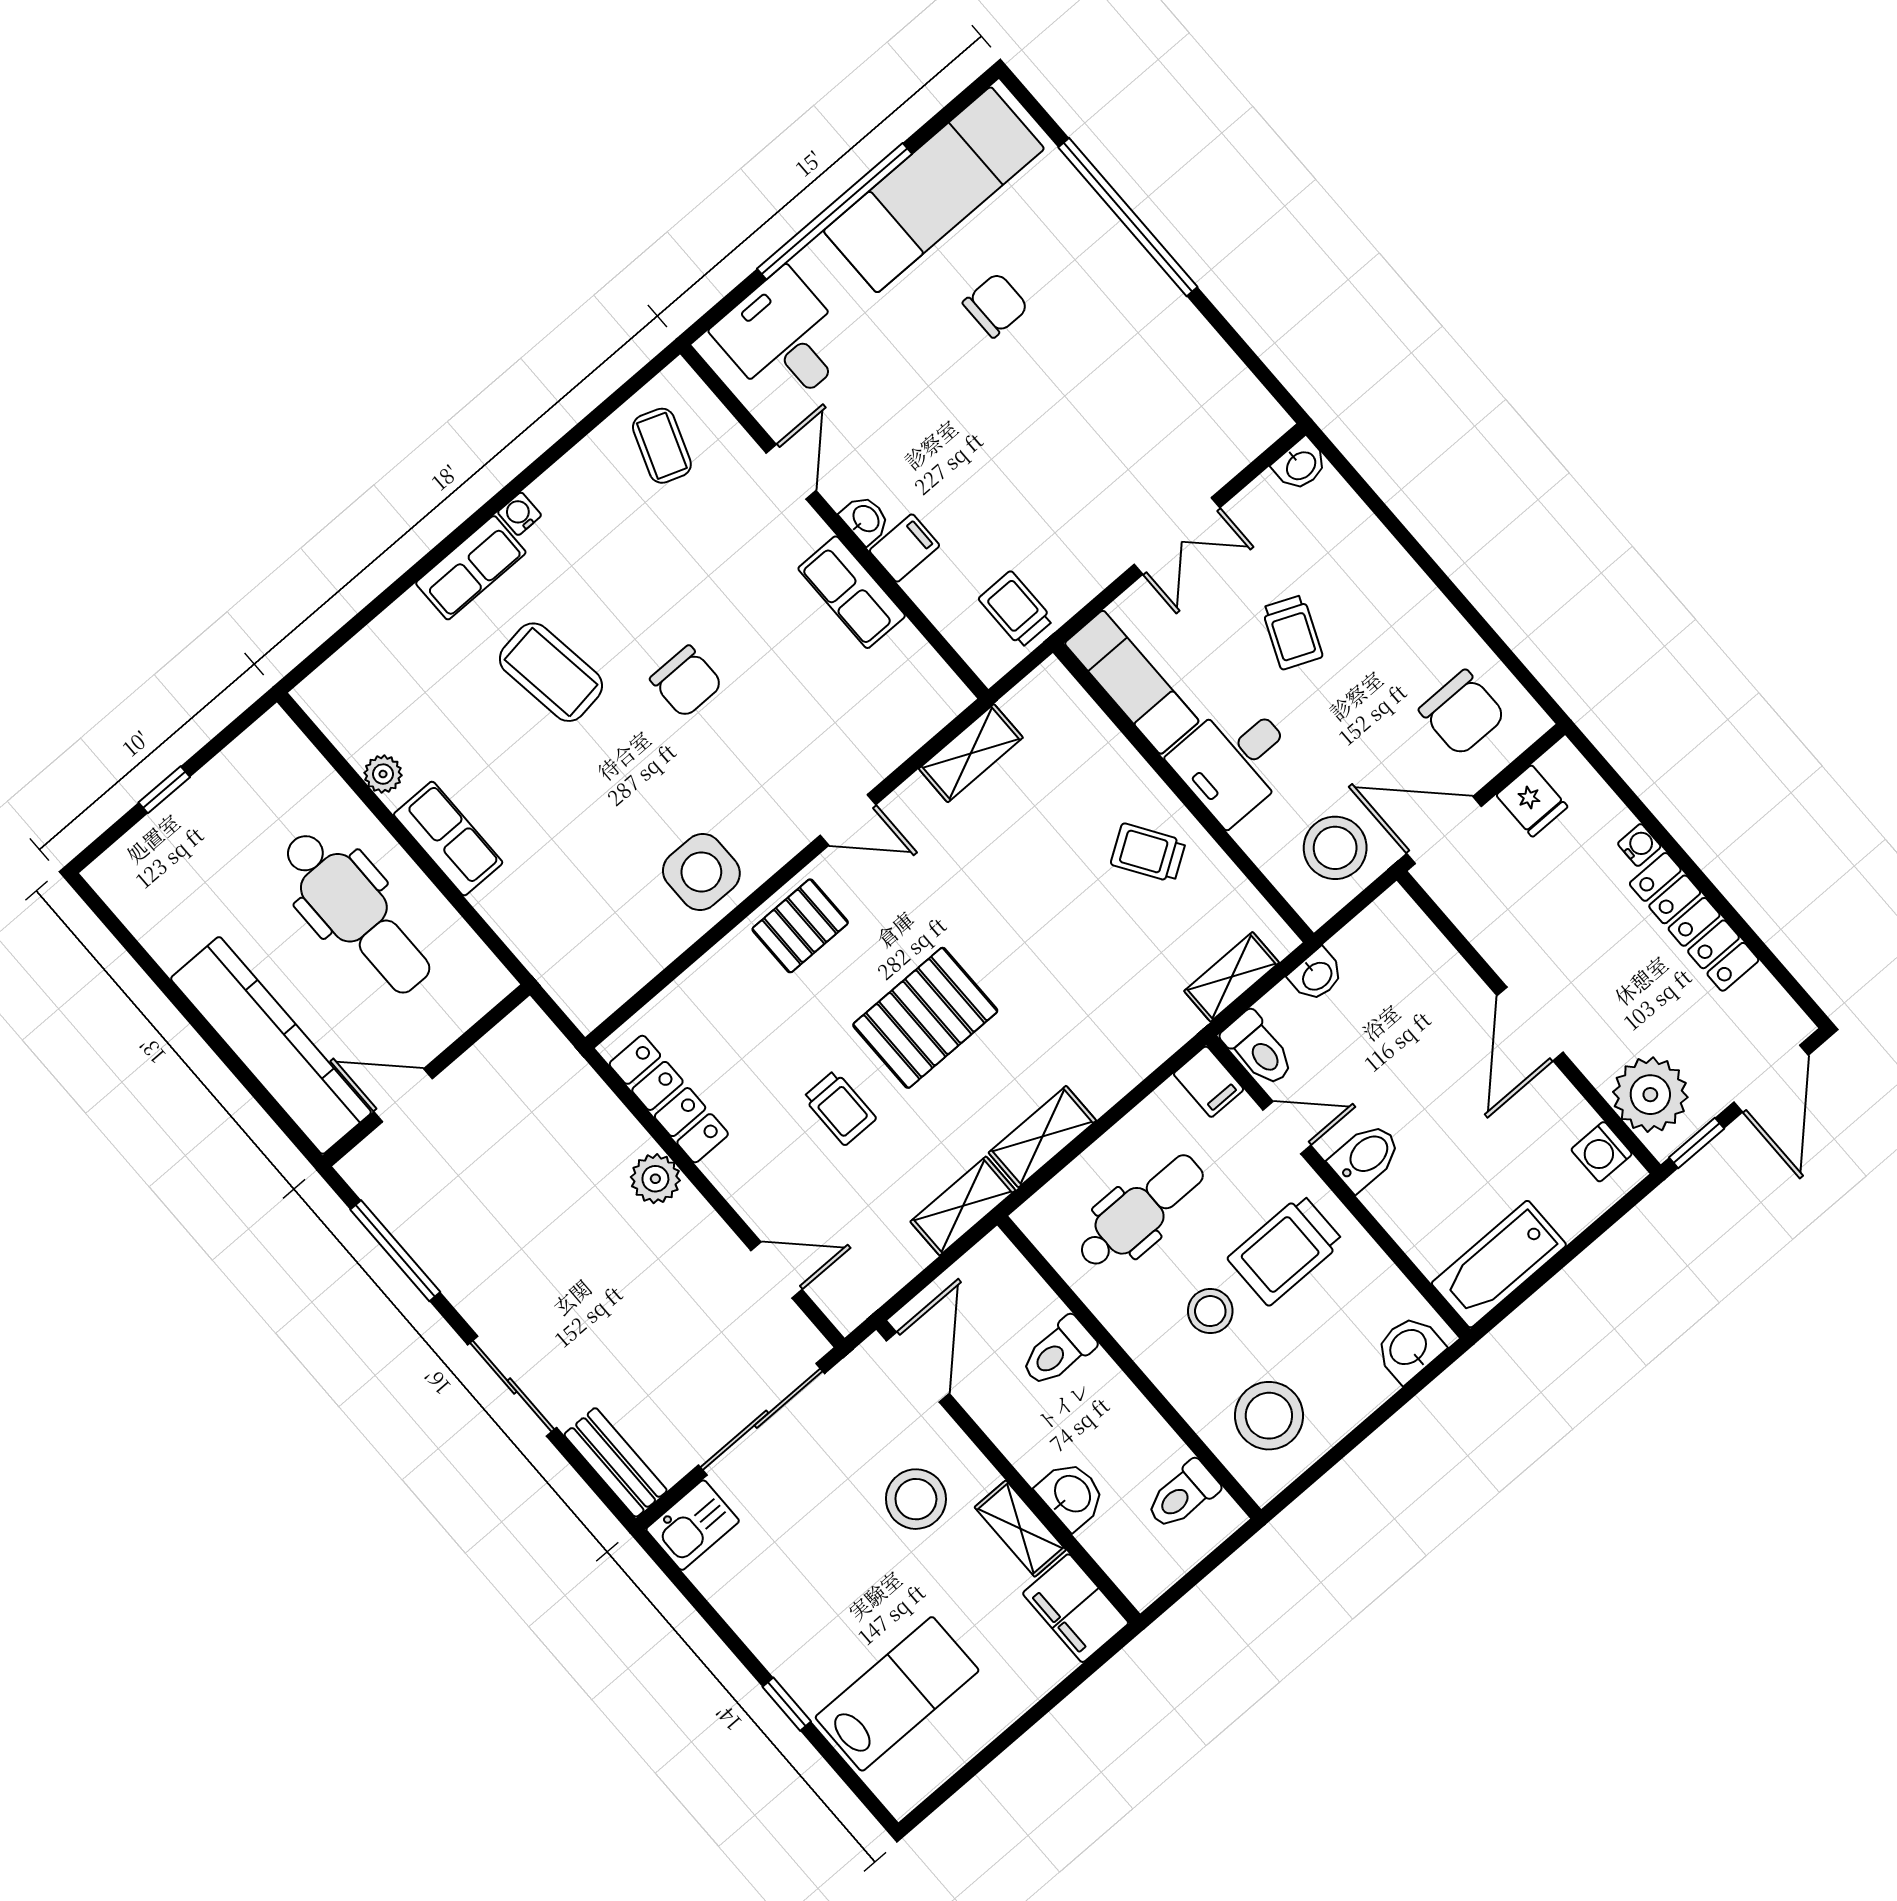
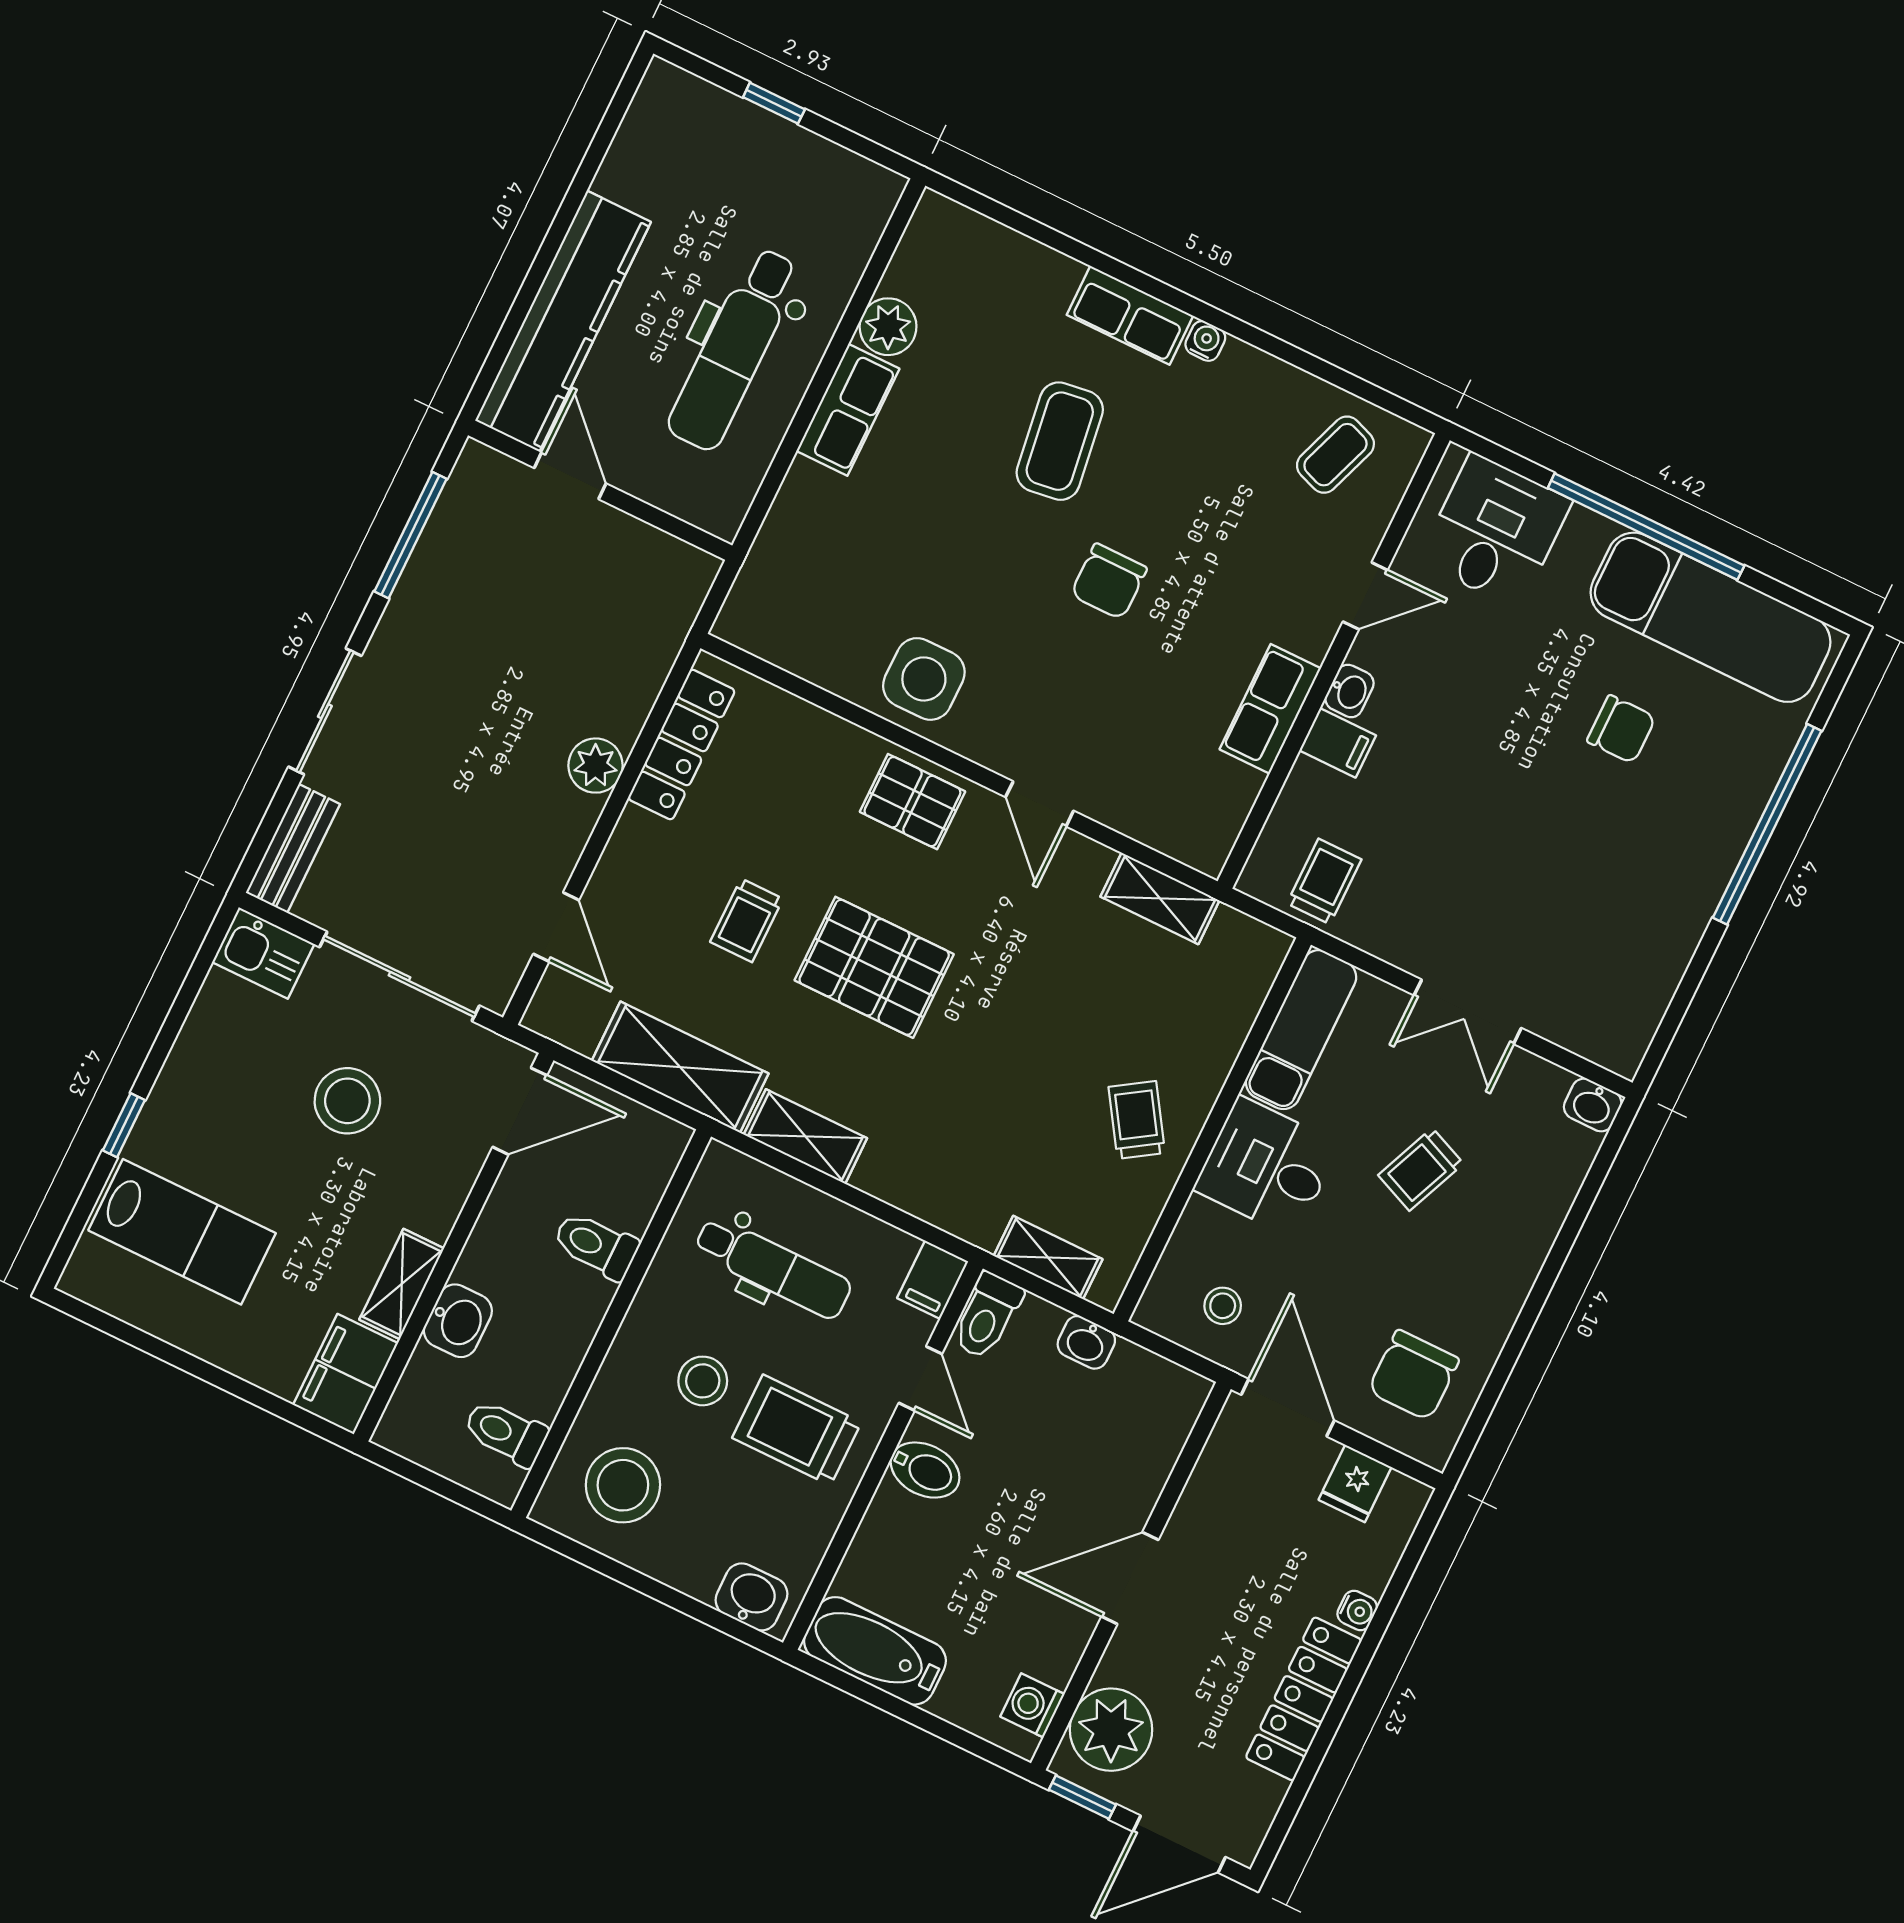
plant: (383, 774) -> (888, 327), width x1.38, depth x1.38
stool: (1335, 848) -> (1223, 1306), width x0.53, depth x0.53
shelving: (963, 1206) -> (680, 1067), width x1.50, depth x1.33
stool: (916, 1499) -> (347, 1101), moved

